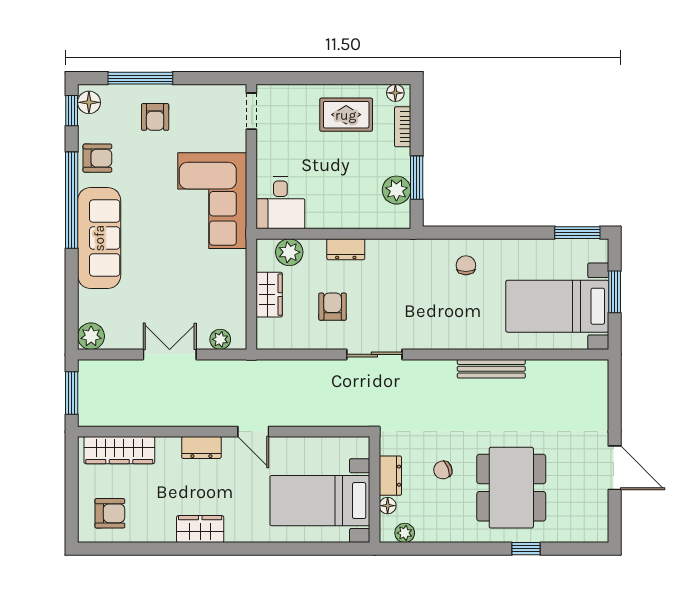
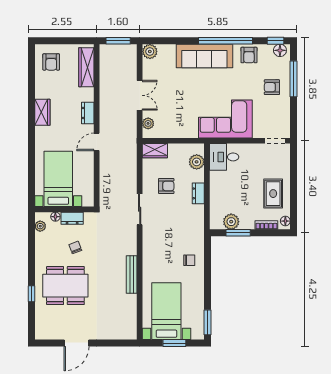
wardrobe: (269, 295) -> (155, 151), moved

